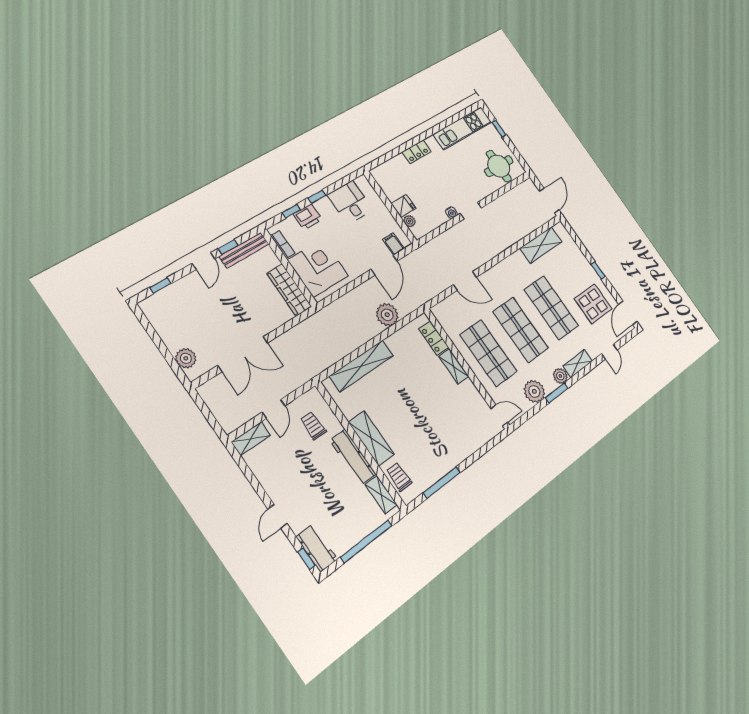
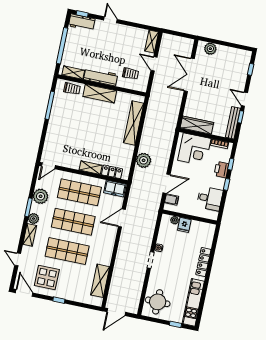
locker: (417, 152) -> (203, 262), width x1.53
door: (549, 201) -> (116, 312), hinge flipped
door: (384, 265) -> (166, 184), swing flipped
freezer: (446, 318) -> (115, 189), added

